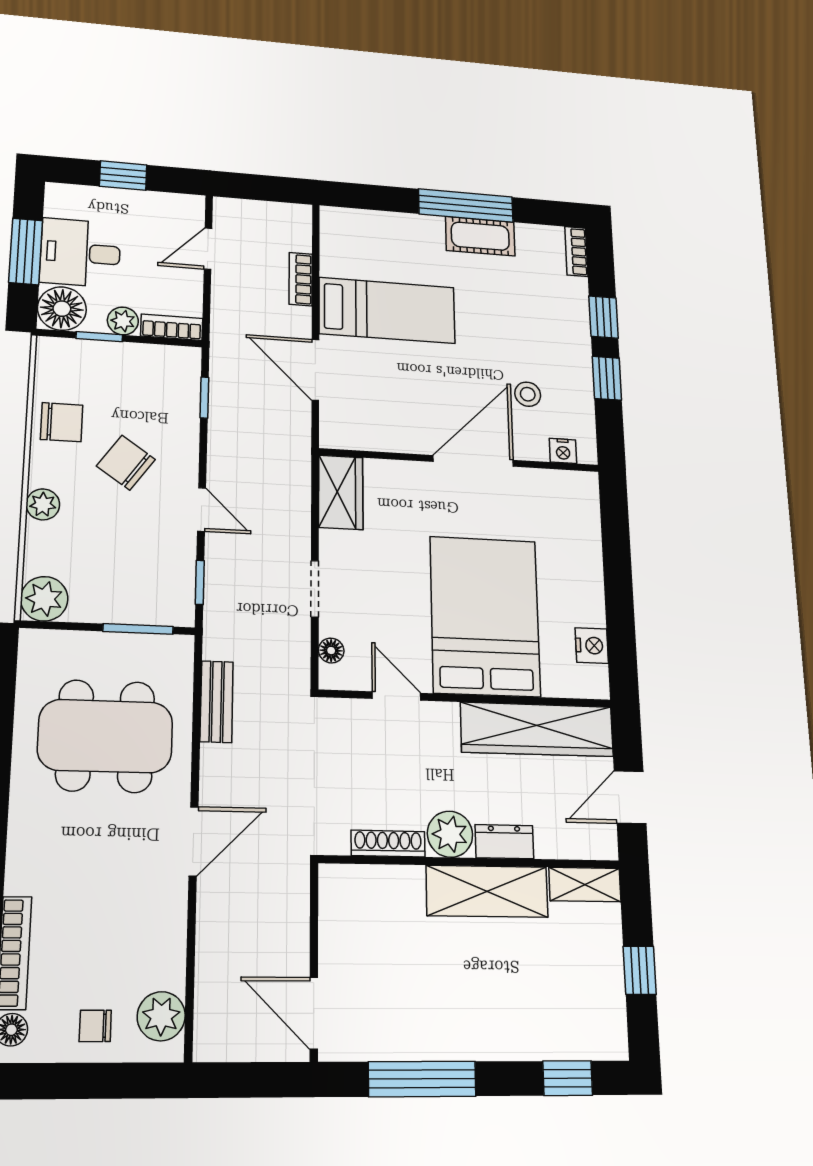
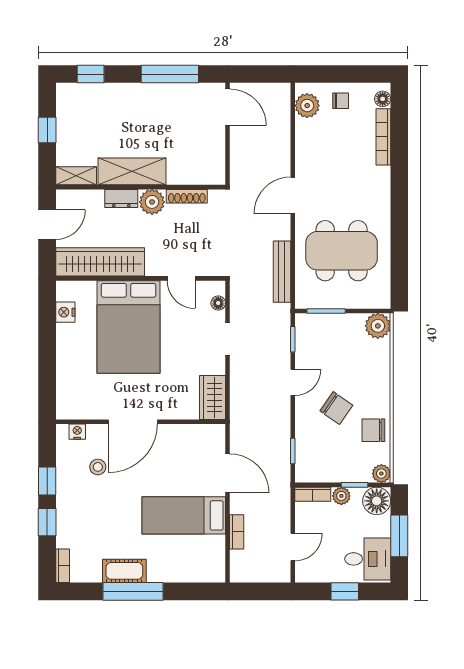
desk: (80, 253) -> (368, 559), moved
plant: (43, 504) -> (381, 474), moved
door: (202, 510) -> (293, 382), swing flipped
bench: (217, 702) -> (282, 272), width x1.36

